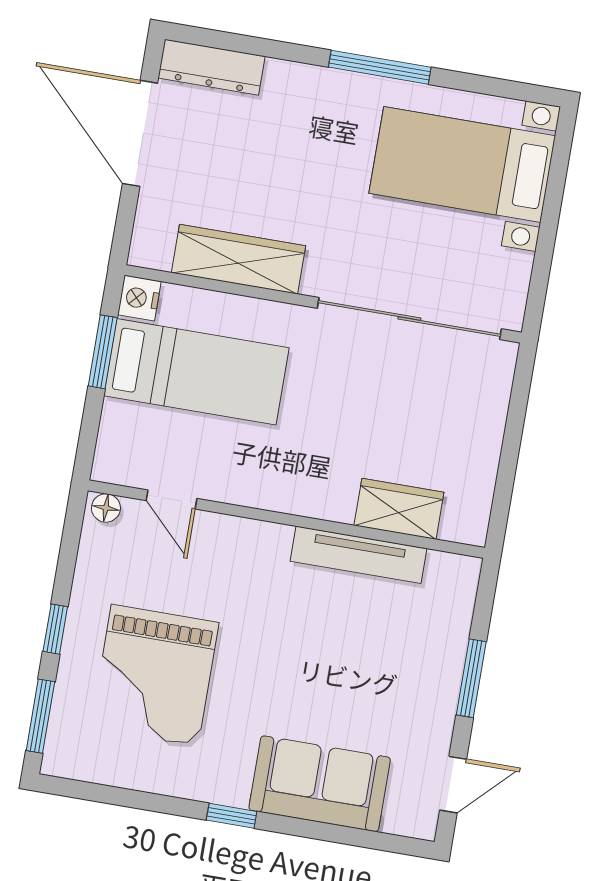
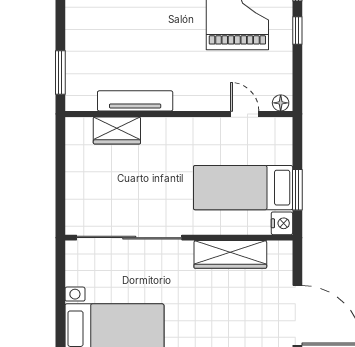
window: (471, 678) -> (60, 73), moved

